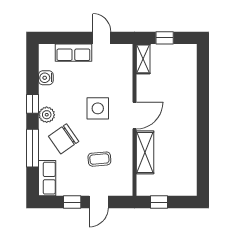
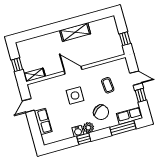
water cooler: (46, 78) -> (78, 131), moved
window: (33, 148) -> (123, 128), moved
shelving: (145, 152) -> (75, 32), moved

